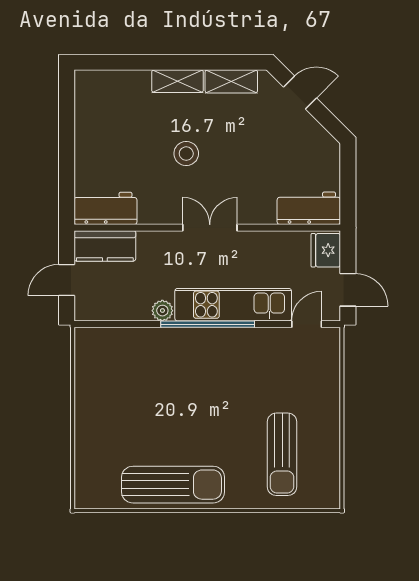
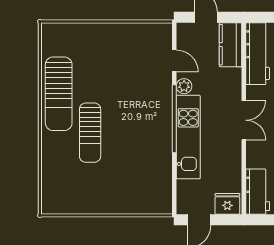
workbench: (105, 208) -> (258, 54), width x1.38
door: (307, 324) -> (174, 61), moved
sun lounger: (282, 454) -> (90, 133), moved, turned -90

